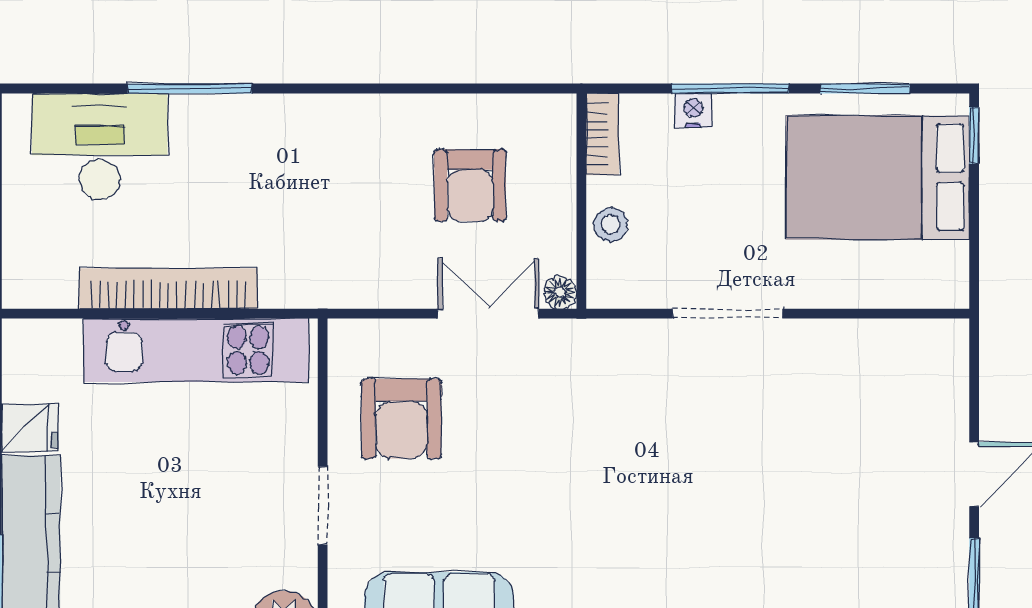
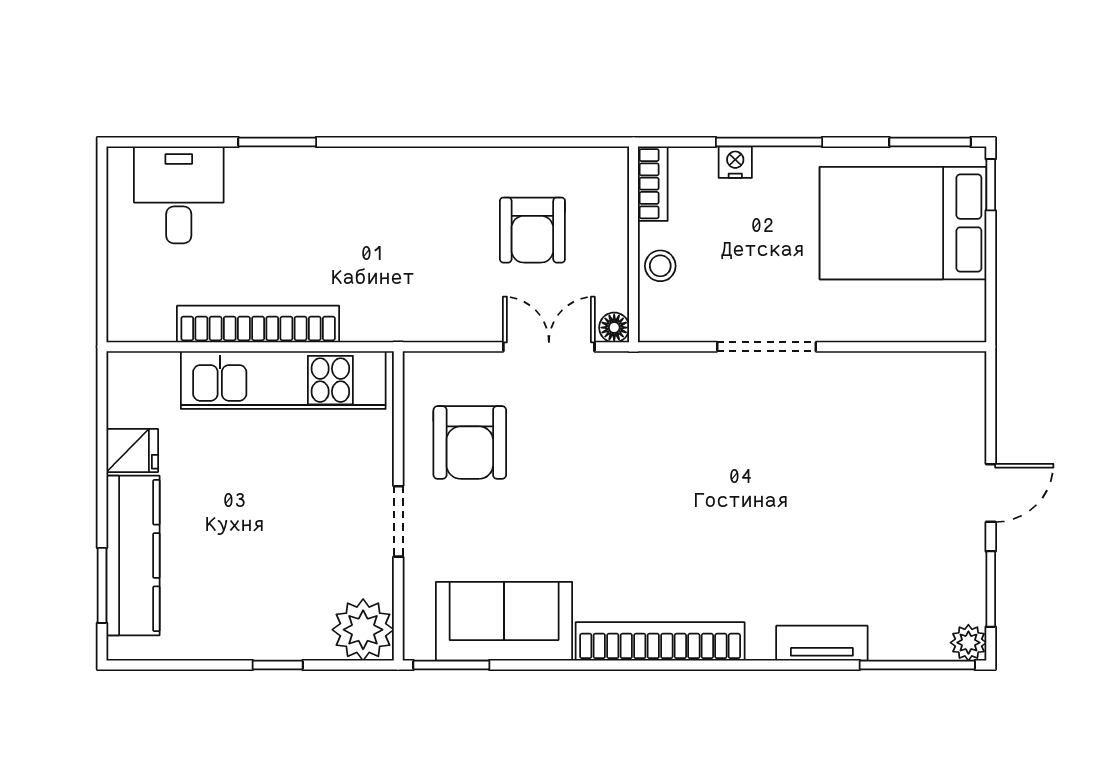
window: (190, 88) -> (277, 142), width x0.69
window: (865, 88) -> (930, 142), moved
desk: (100, 147) -> (179, 195), width x0.73

